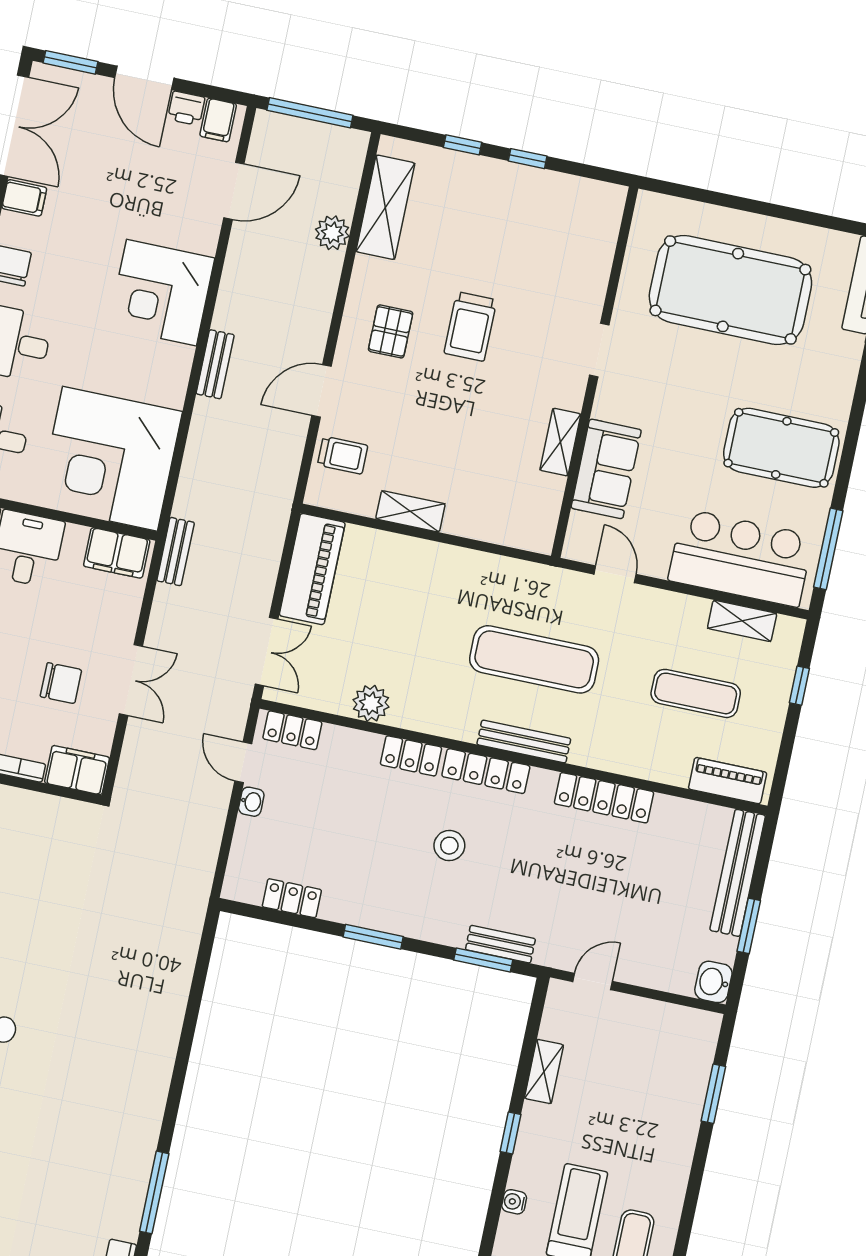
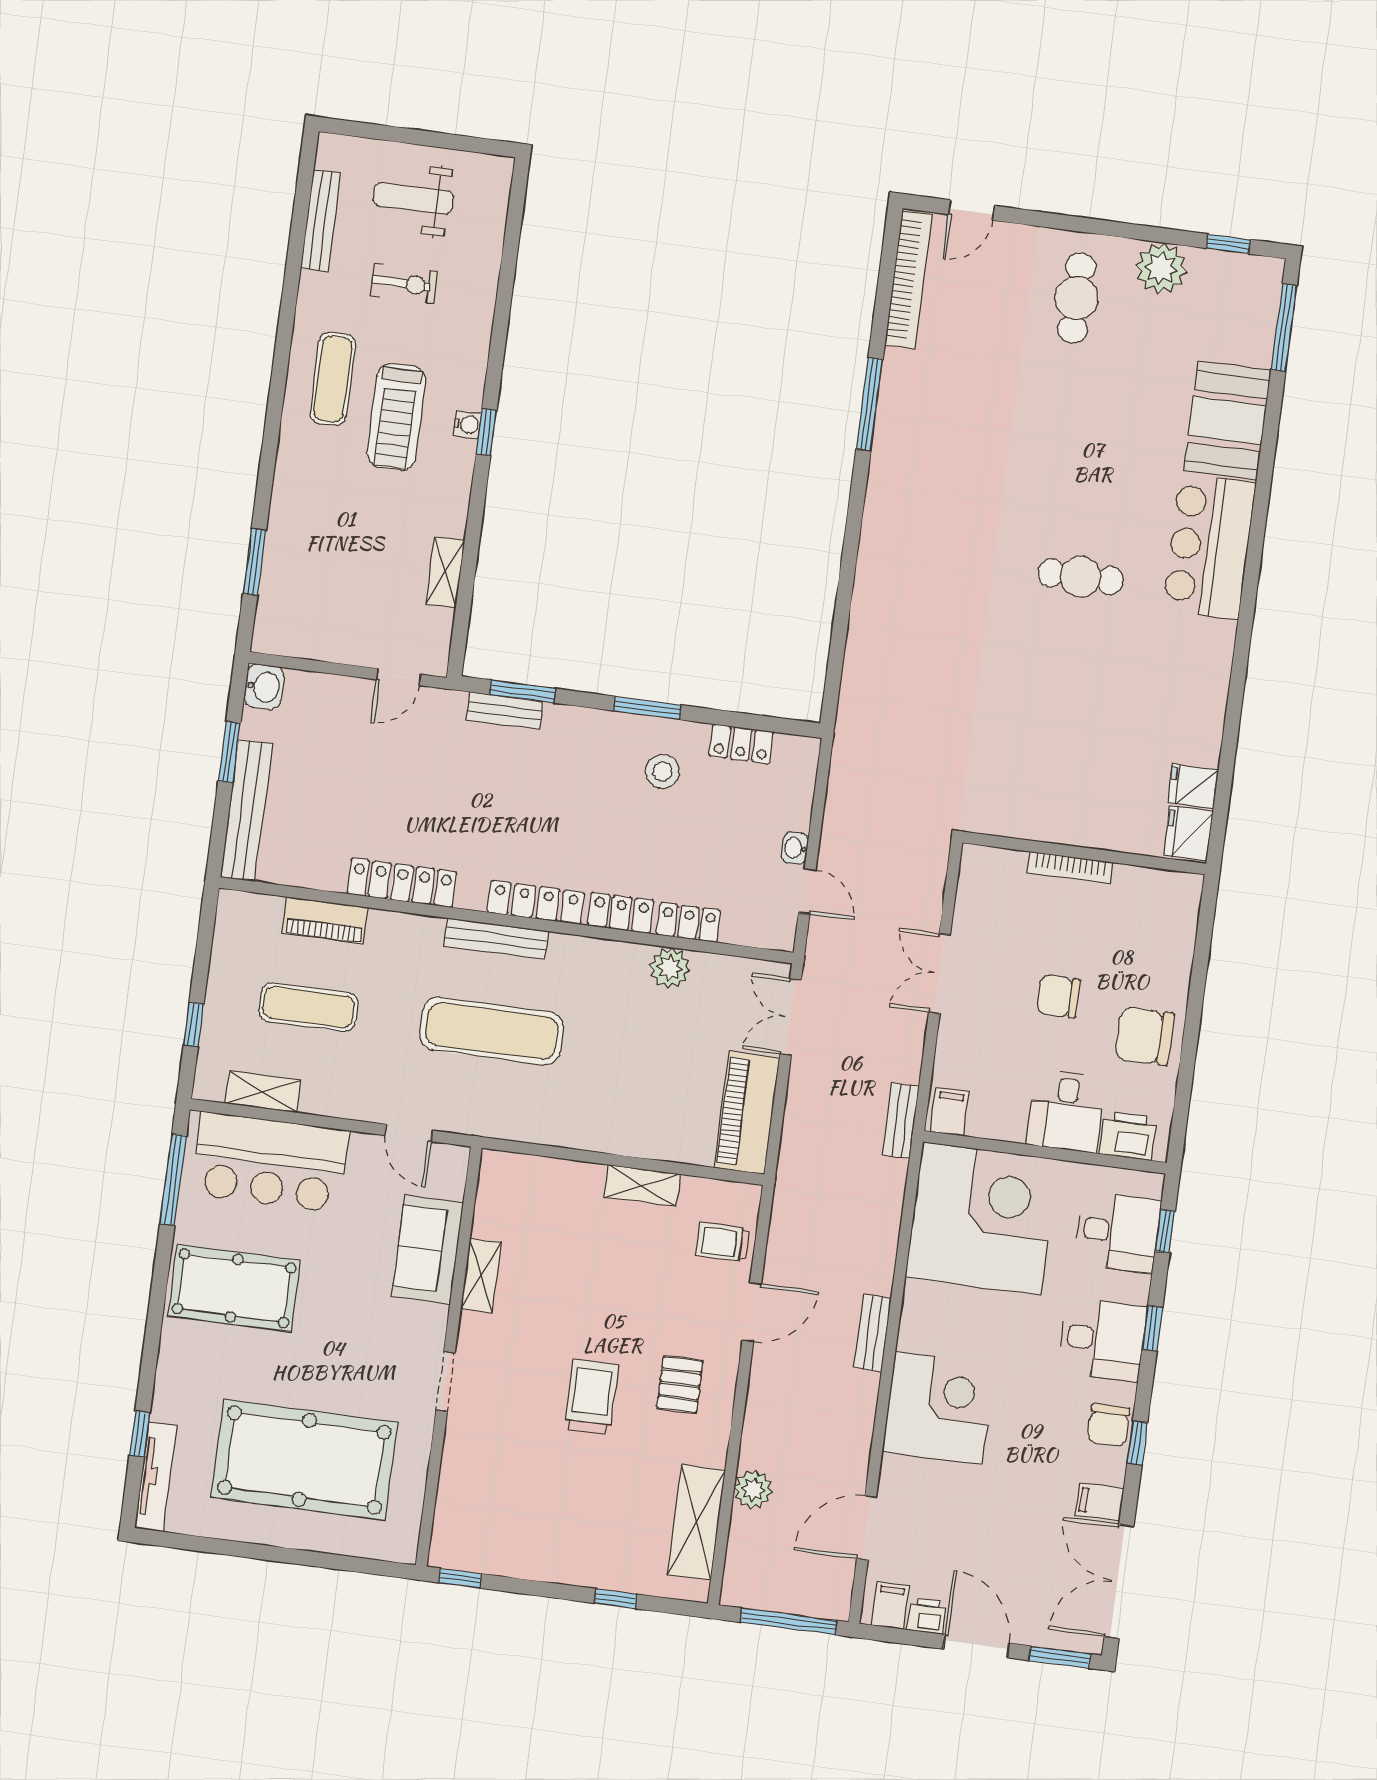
window: (528, 159) -> (460, 1578), moved
filing cabinet: (117, 553) -> (950, 1112), width x0.50
chair: (61, 683) -> (1058, 996), moved
locker: (292, 730) -> (688, 922), moved
filing cabinet: (77, 770) -> (992, 868), removed
piano: (728, 781) -> (325, 920), moved
stool: (449, 846) -> (662, 771), moved
window: (511, 1133) -> (486, 432), moved

